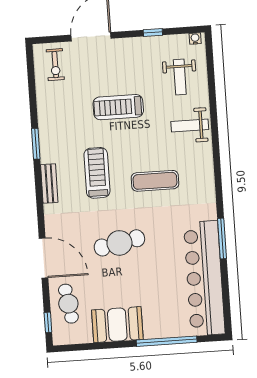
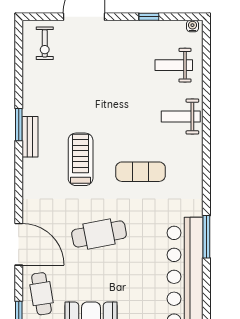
weight bench: (180, 77) -> (174, 65), turned 90
treadmill: (118, 107) -> (107, 92), removed
bench: (49, 184) -> (30, 137), moved

